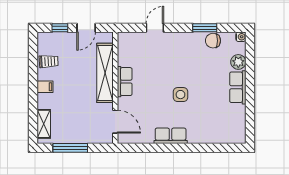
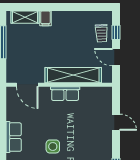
trolley: (49, 61) -> (101, 33), moved
filing cabinet: (45, 87) -> (45, 18), moved
door: (115, 122) -> (27, 85), hinge flipped

